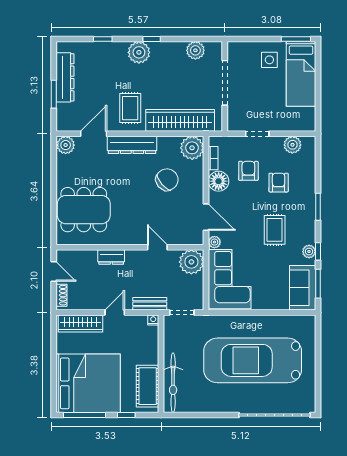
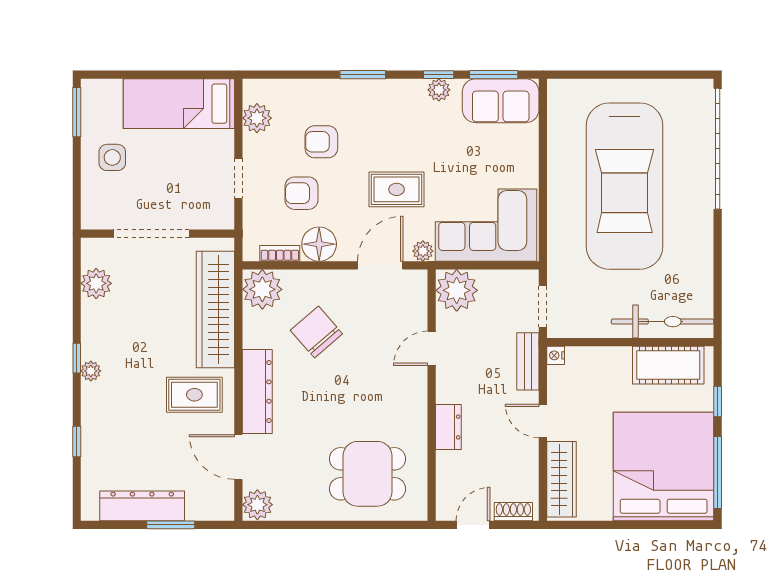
plant: (139, 52) -> (91, 371), width x0.53, depth x0.53
bed: (301, 74) -> (179, 104), moved, turned 180
dining table: (84, 210) -> (367, 474), width x0.73
rug: (275, 230) -> (397, 189), moved

